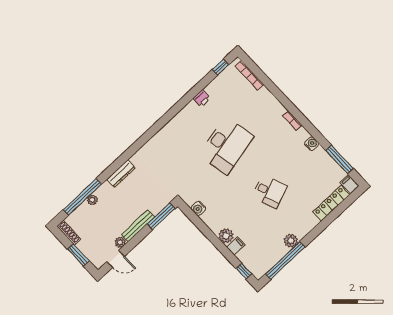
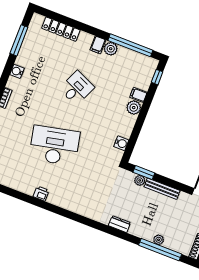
printer: (202, 98) -> (41, 194), moved
dresser: (121, 174) -> (119, 224), width x0.70
filing cabinet: (349, 184) -> (98, 45), moved
desk: (270, 192) -> (77, 88), turned 45
window: (161, 216) -> (144, 173), width x0.69
plant: (120, 242) -> (140, 180), moved

